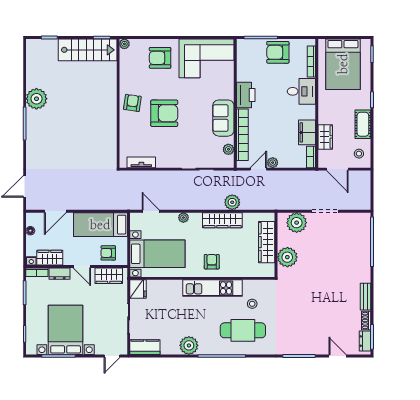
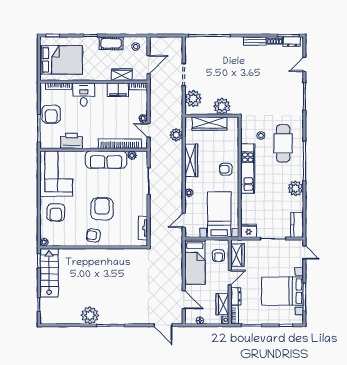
printer: (246, 95) -> (72, 141), moved
sofa: (223, 118) -> (106, 160), width x1.36
plant: (232, 202) -> (176, 135), moved

